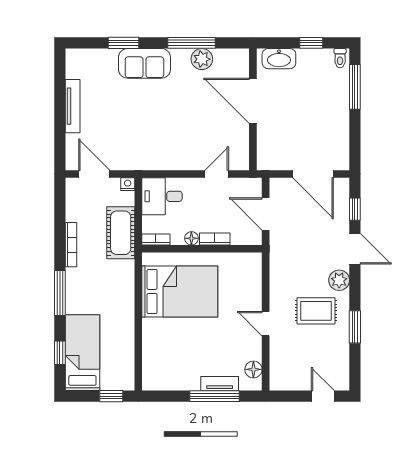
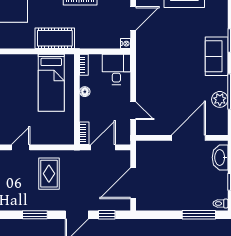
cot: (121, 233) -> (55, 38), moved
bookcase: (215, 239) -> (84, 133), moved
plant: (339, 280) -> (53, 203), removed
bed: (180, 291) -> (51, 83), width x0.67
rug: (316, 311) -> (49, 174), moved
window: (355, 327) -> (35, 215), moved

